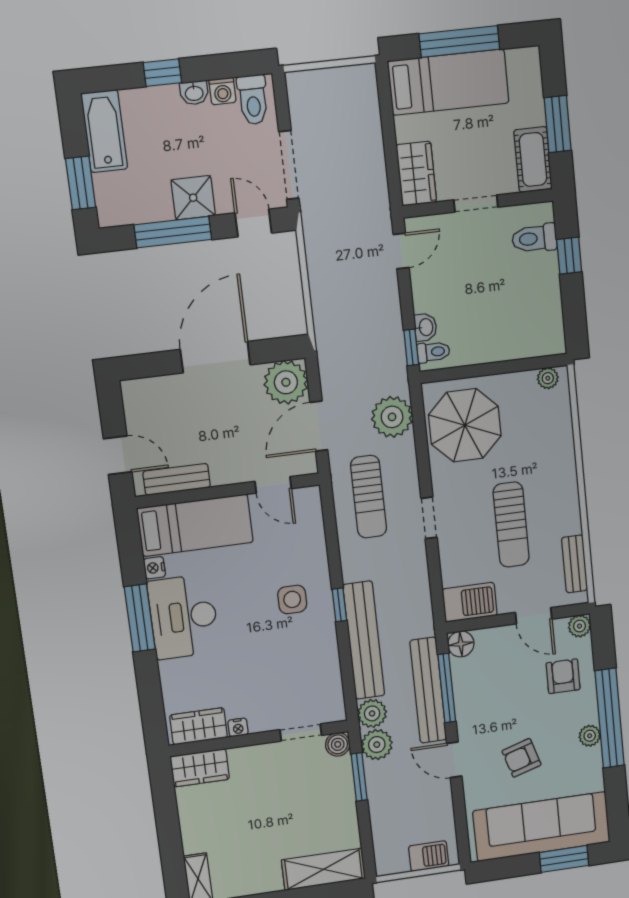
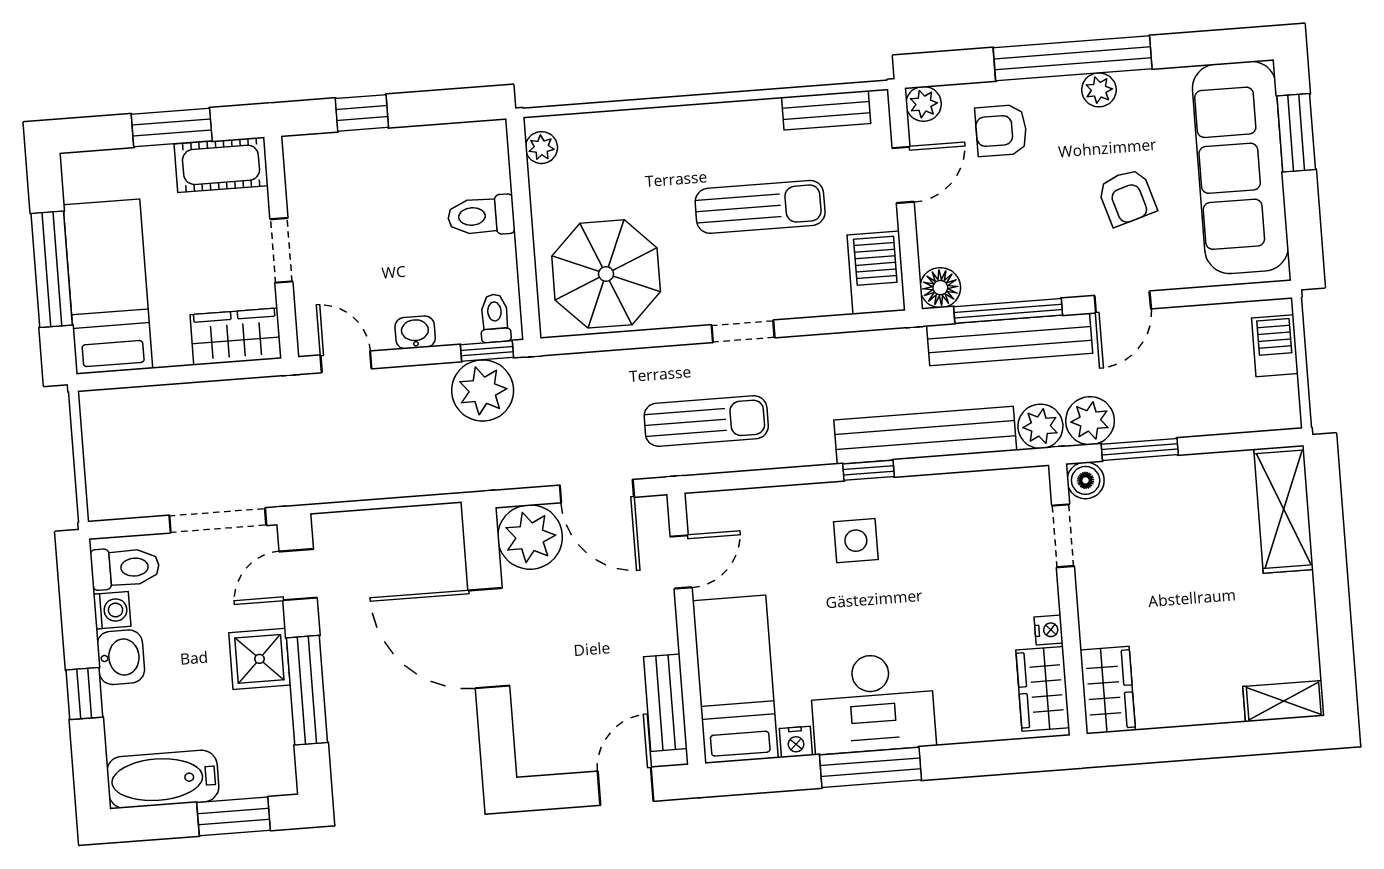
washbasin: (194, 93) -> (121, 657), width x1.38, depth x1.45
toilet: (534, 238) -> (481, 216), moved, turned 90
washbasin: (425, 327) -> (415, 332), moved
plant: (392, 417) -> (483, 390), moved

